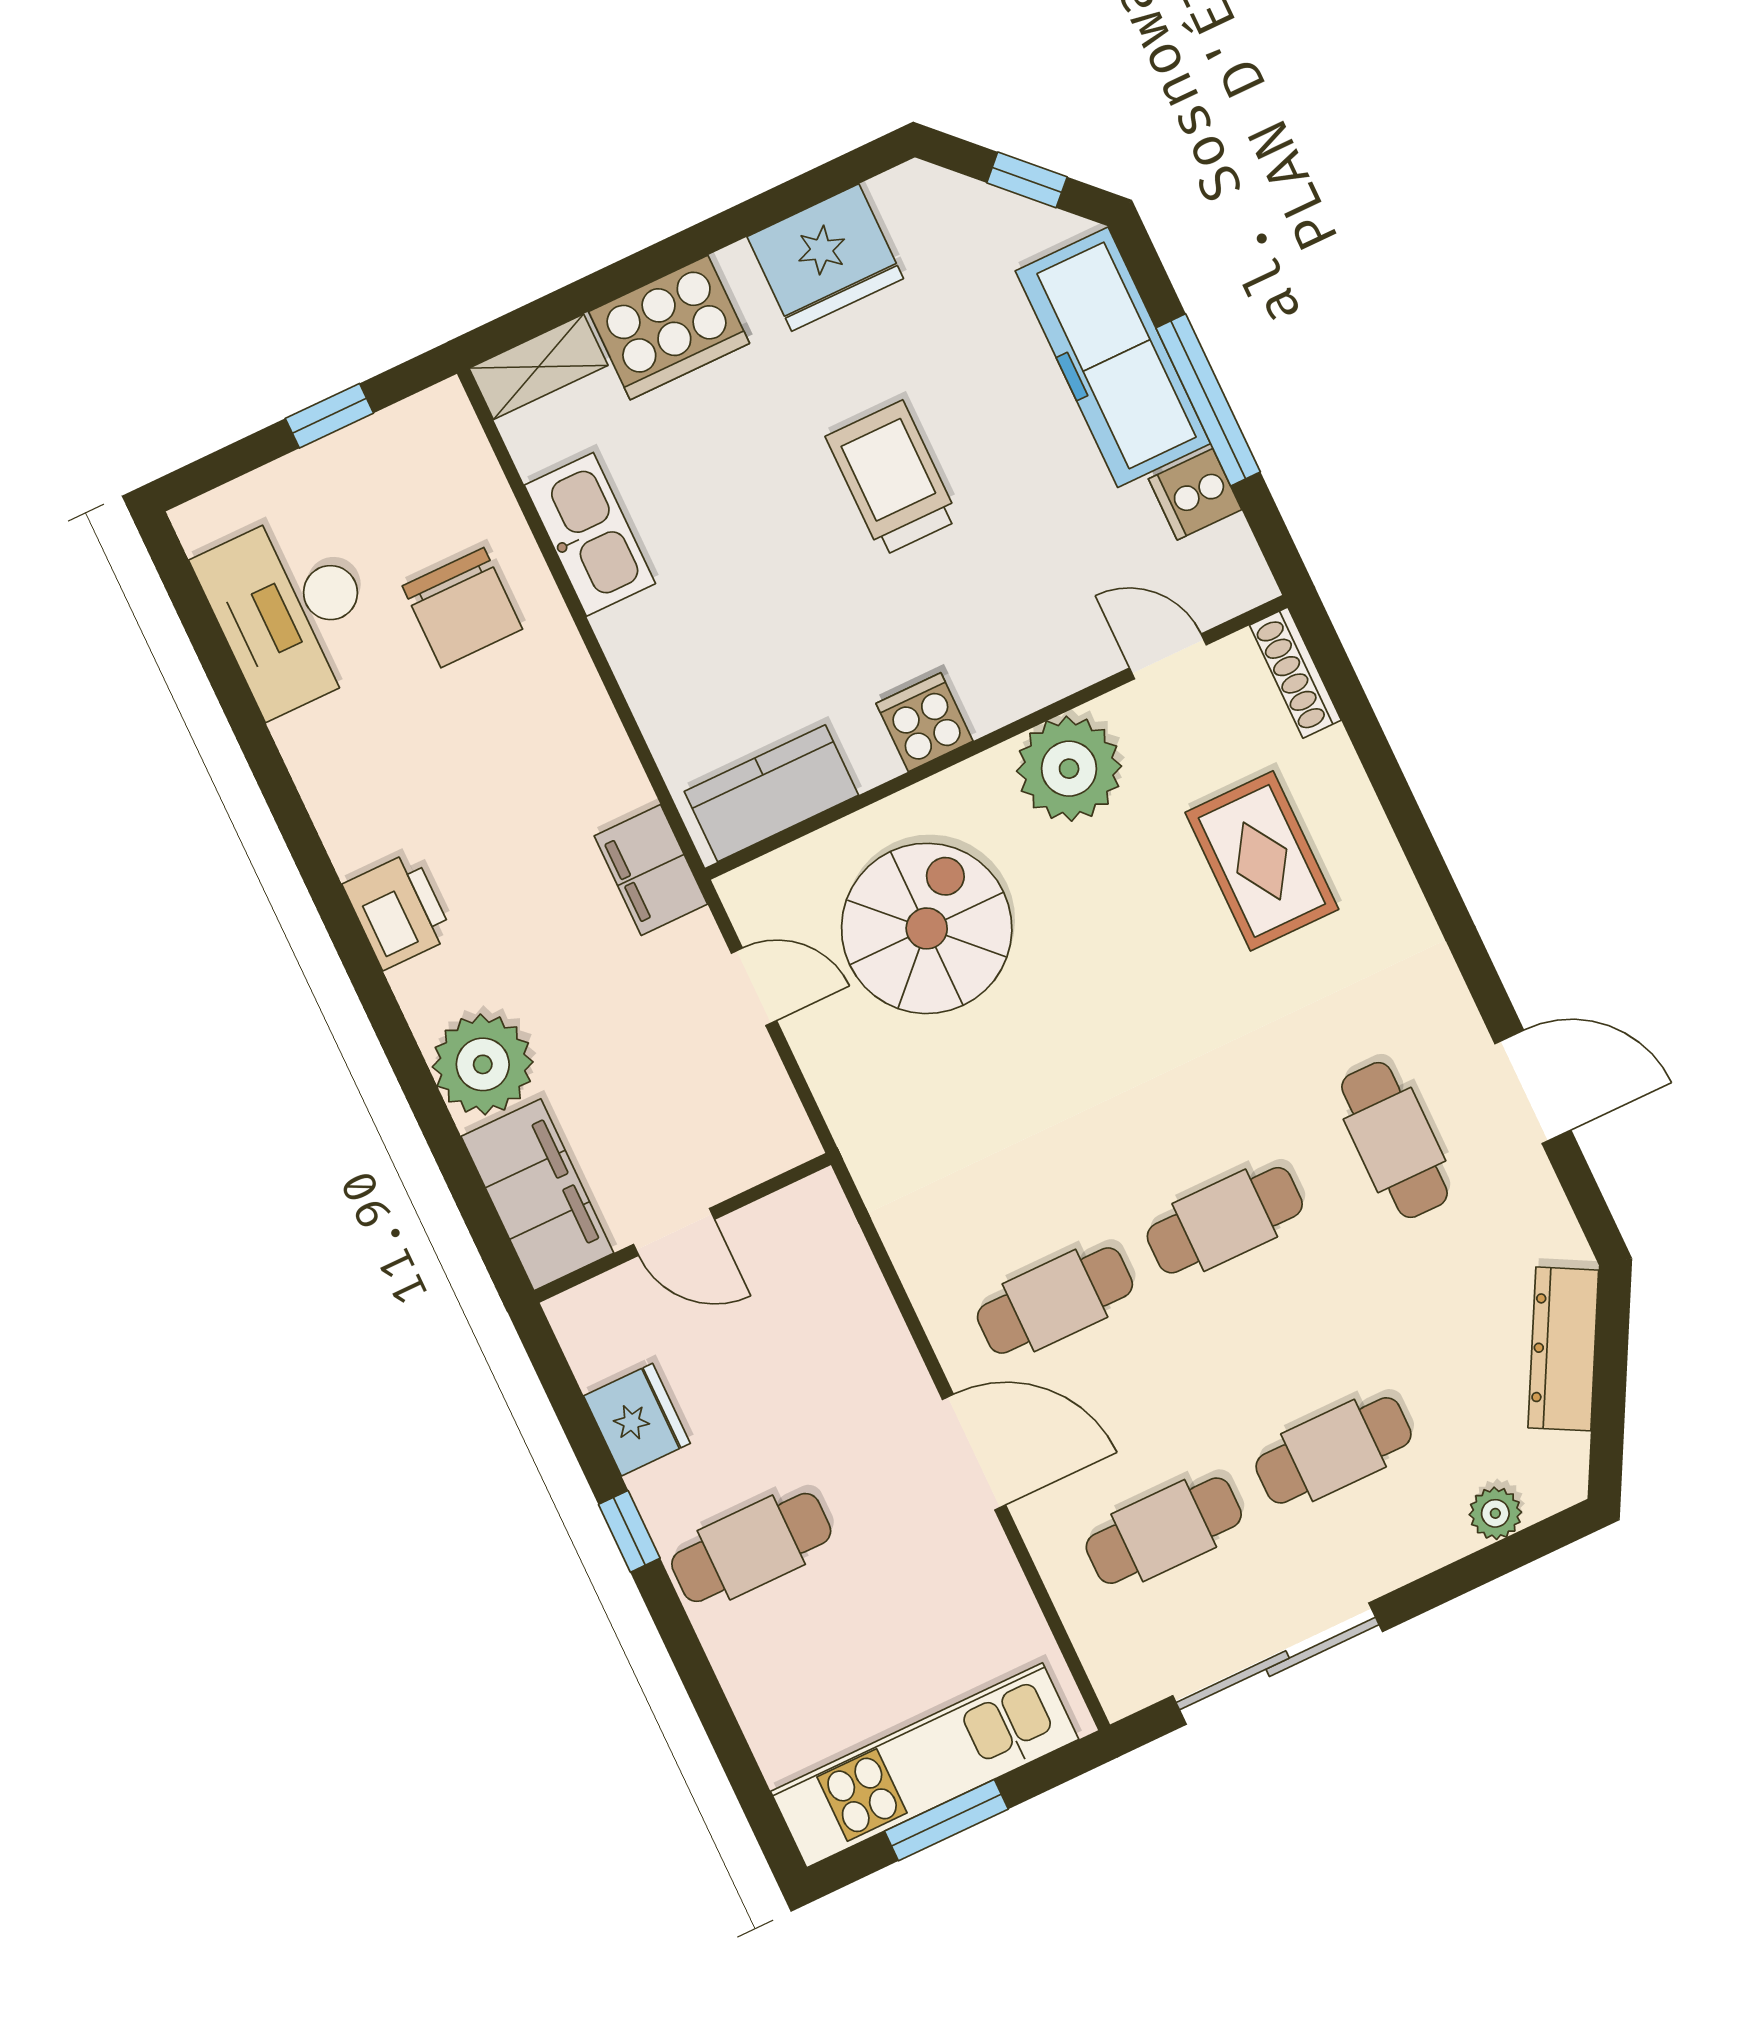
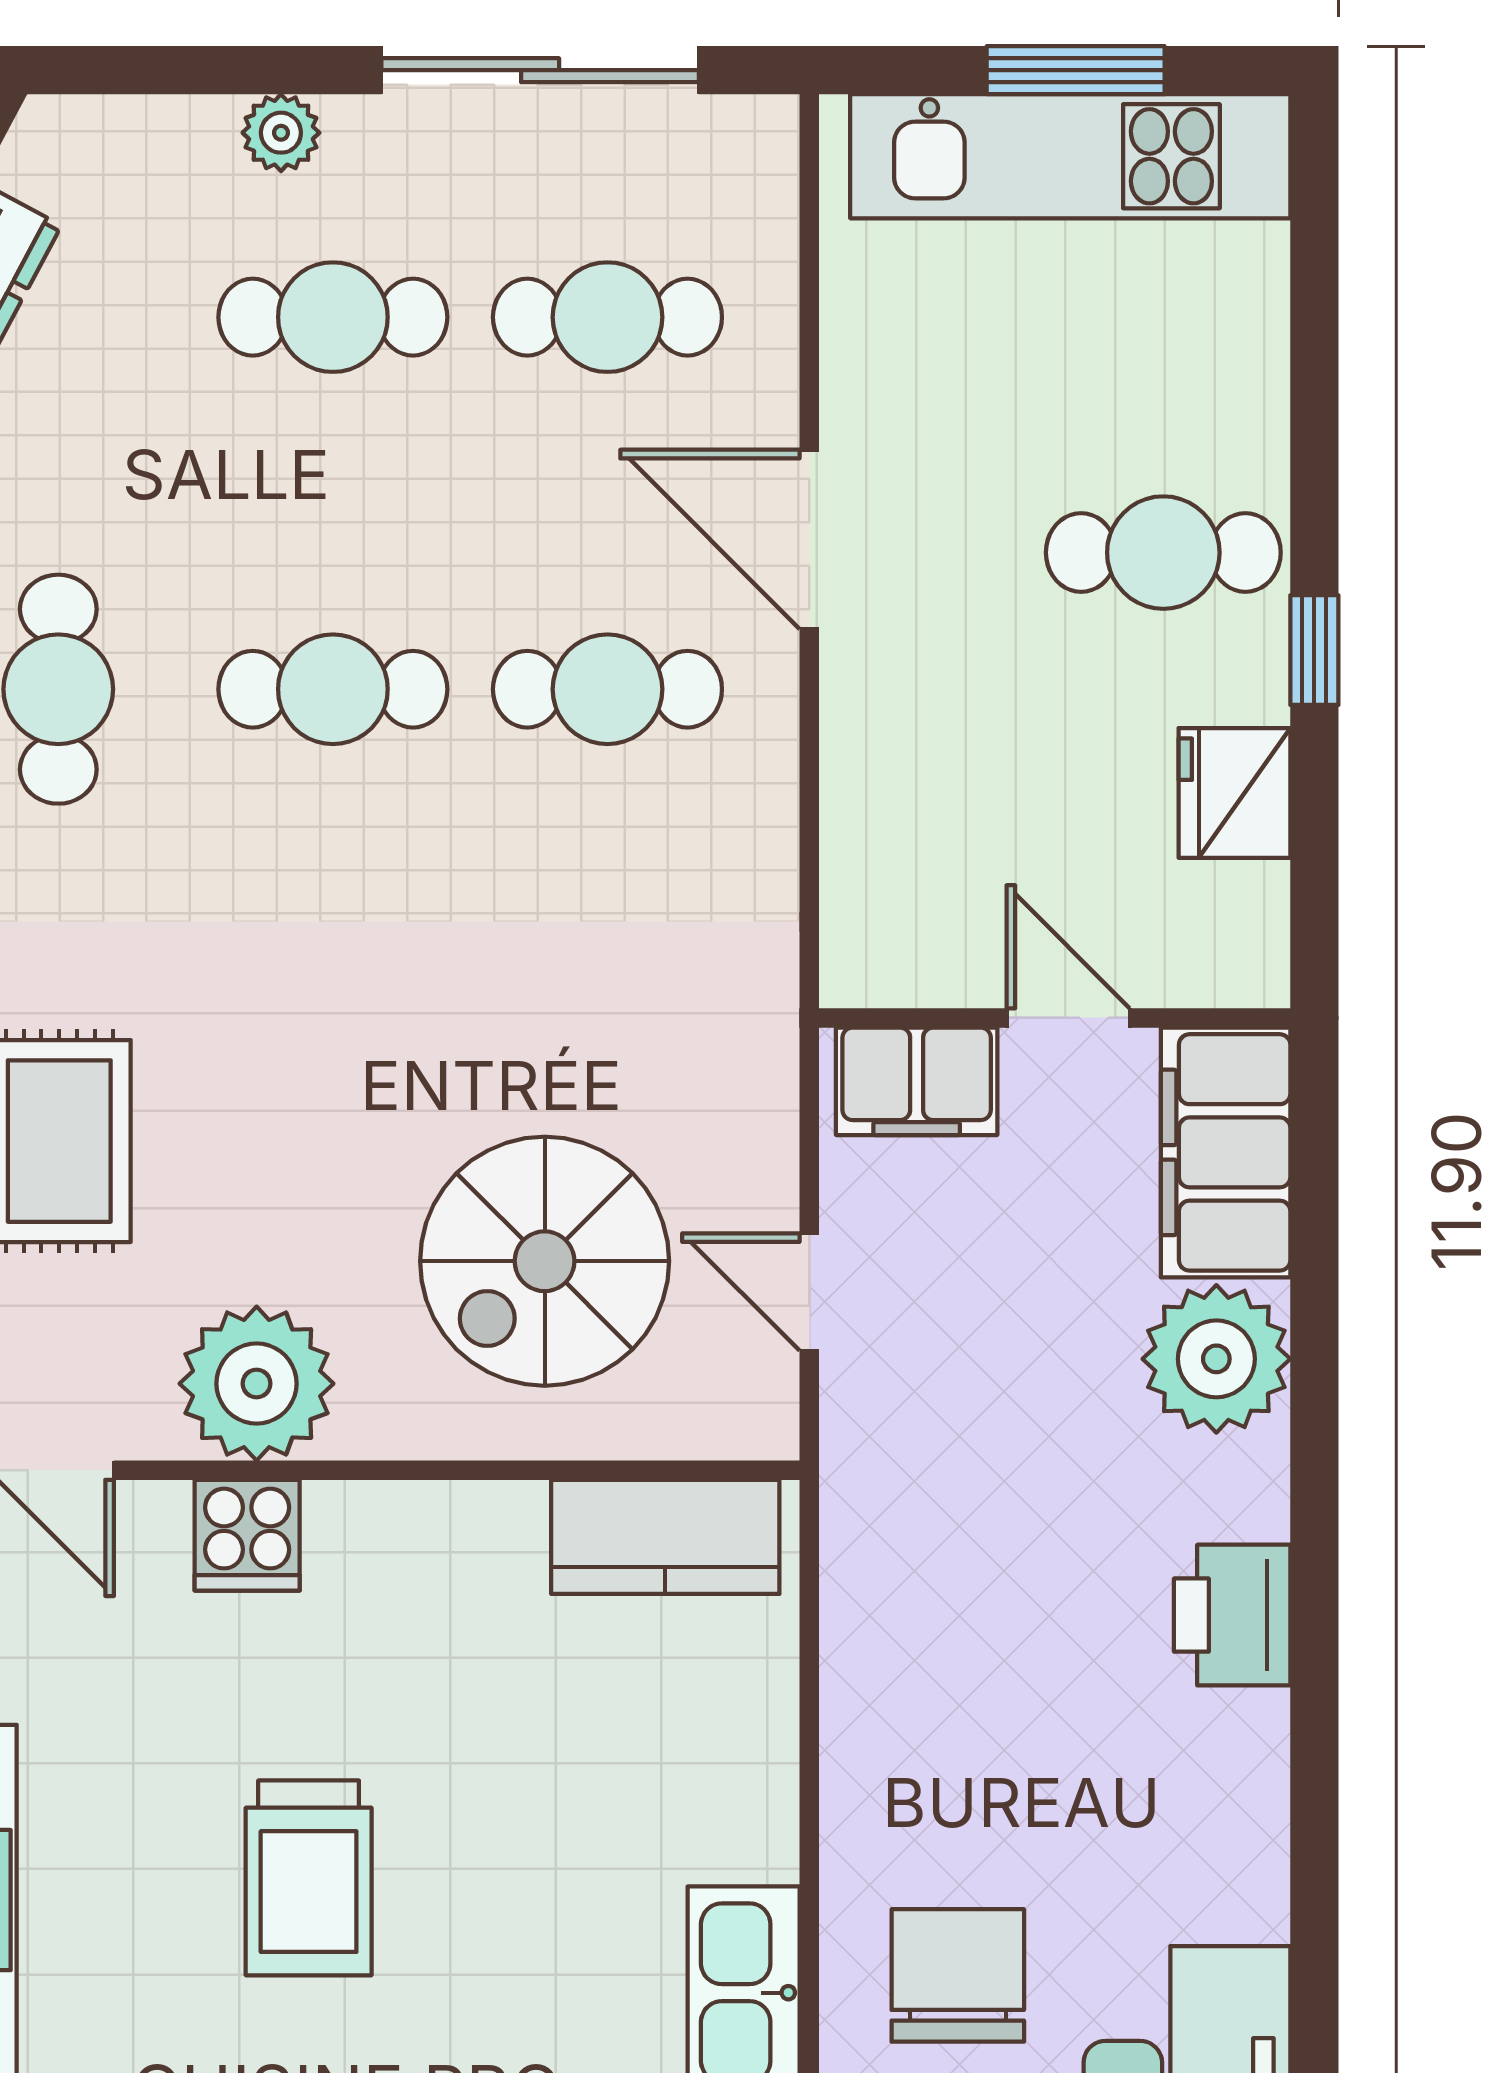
cooker: (925, 722) -> (247, 1535), moved
filing cabinet: (651, 870) -> (917, 1081), moved, turned 90
plant: (1495, 1513) -> (281, 133), moved

